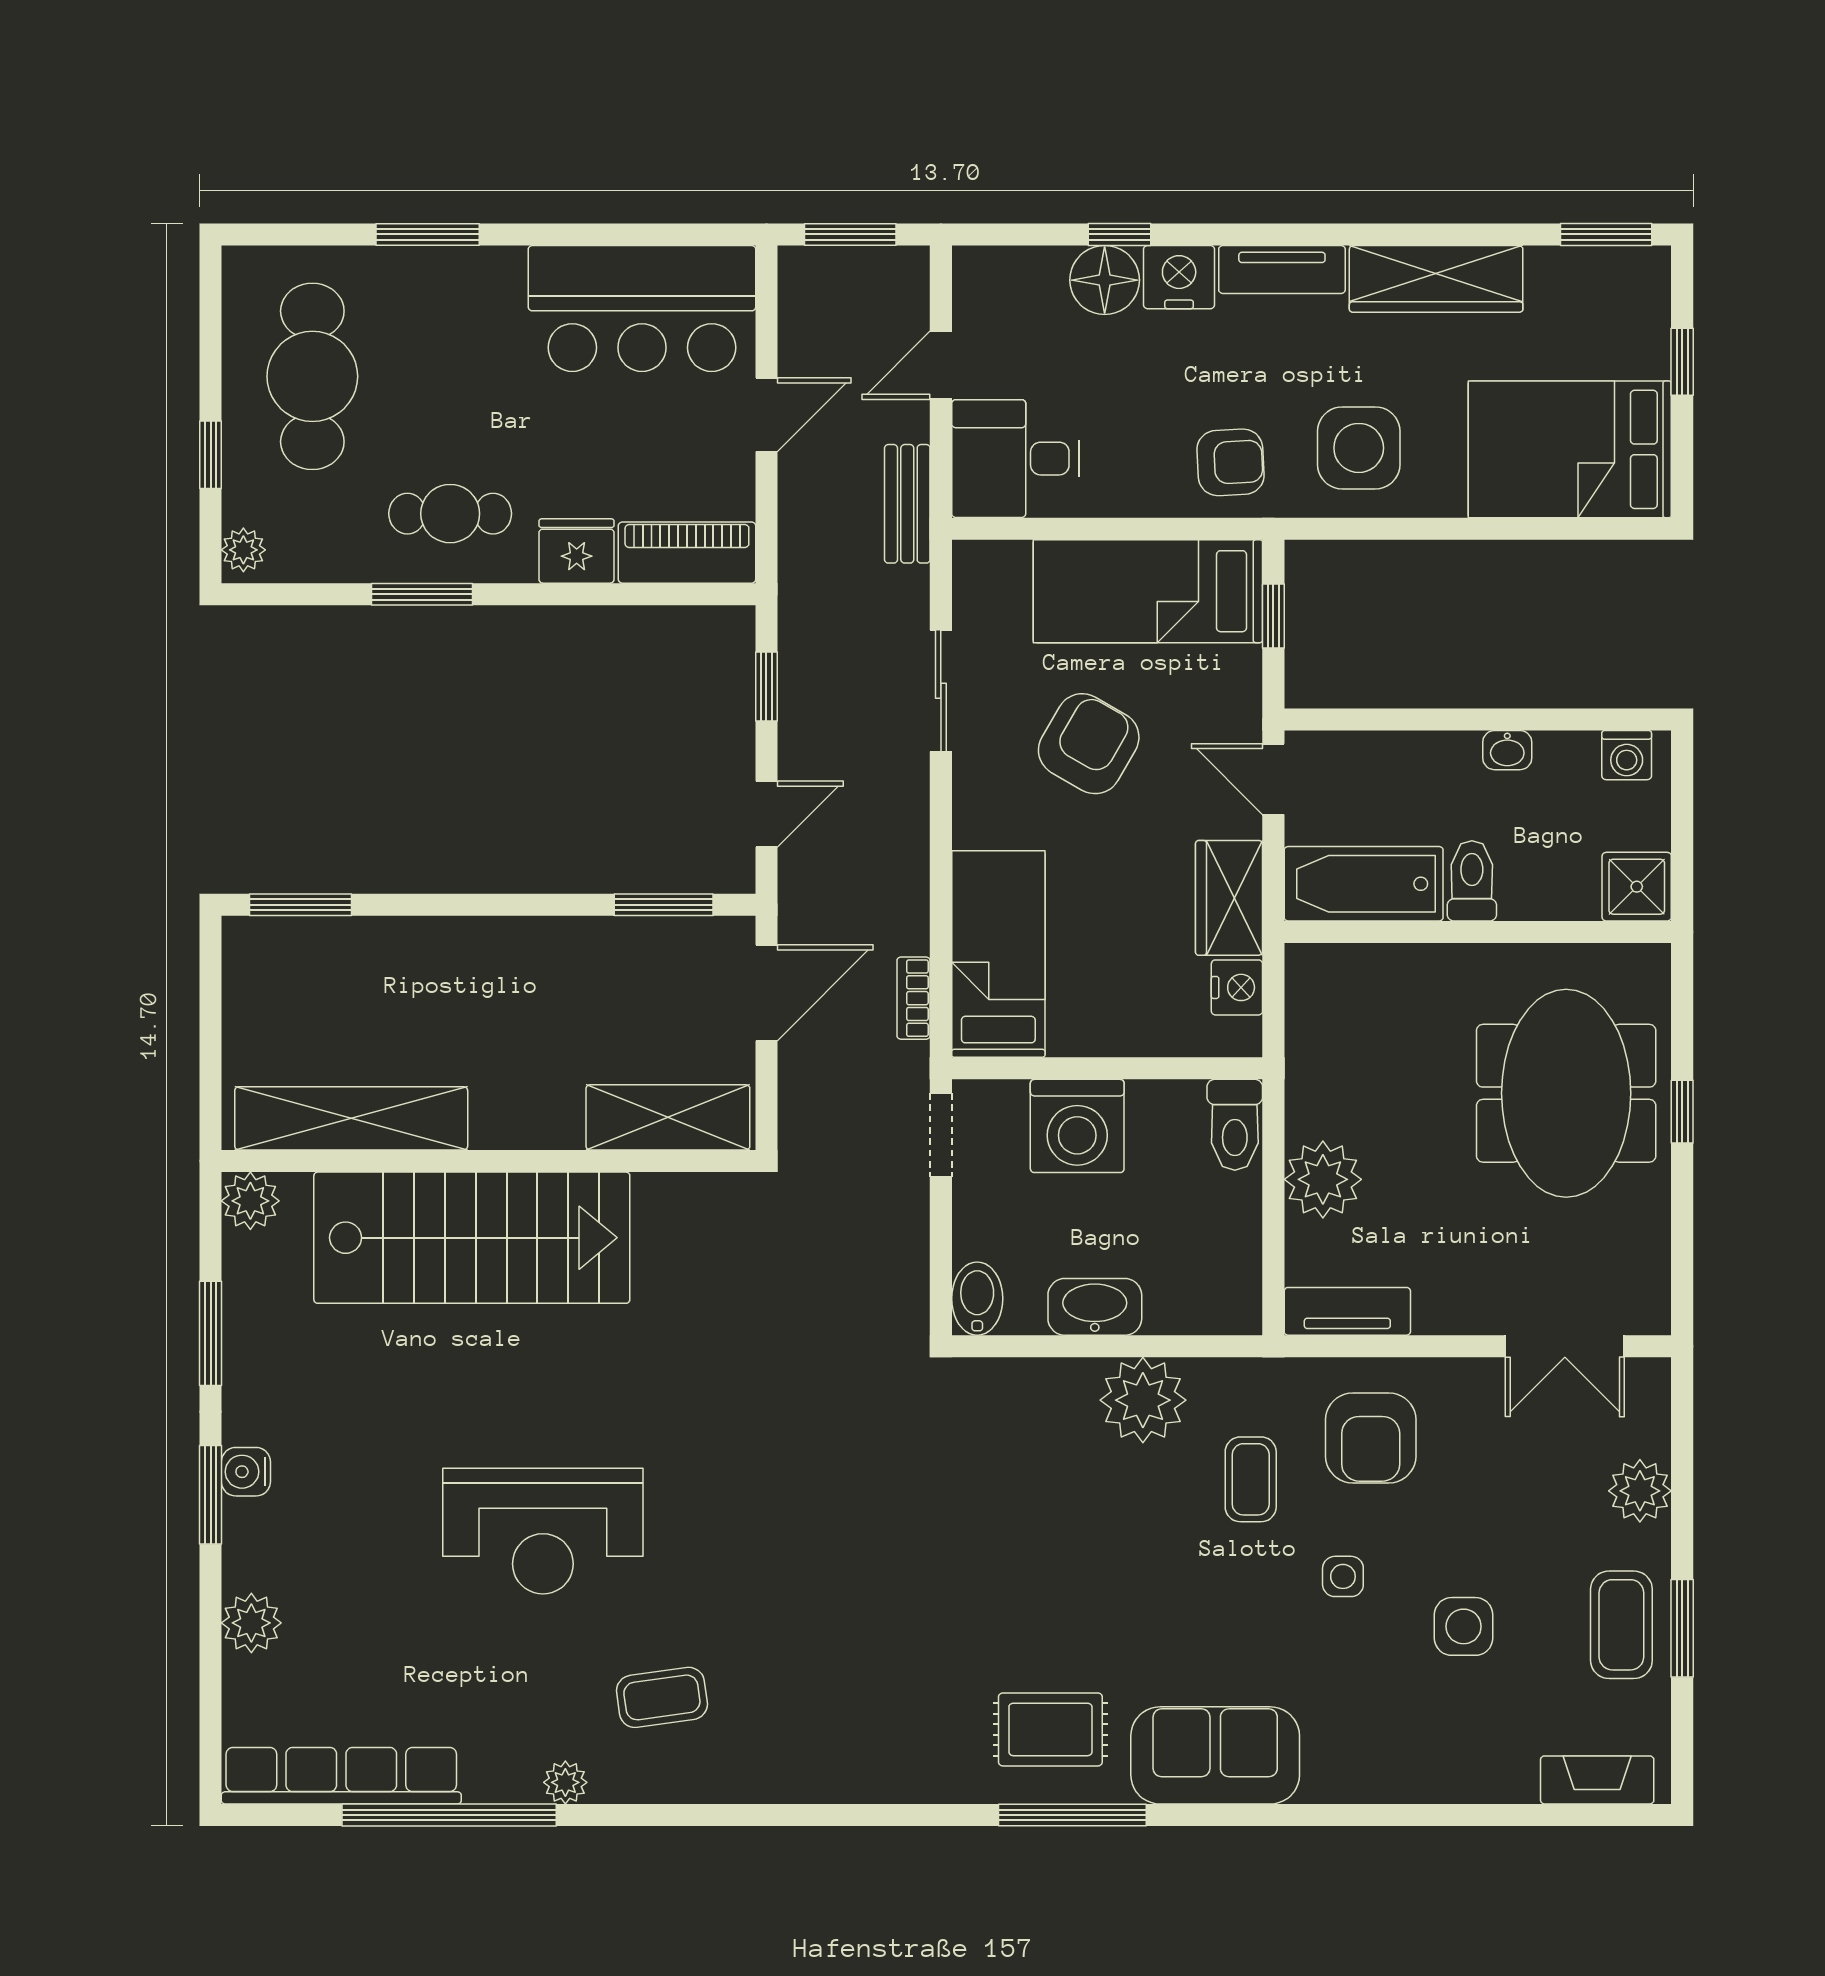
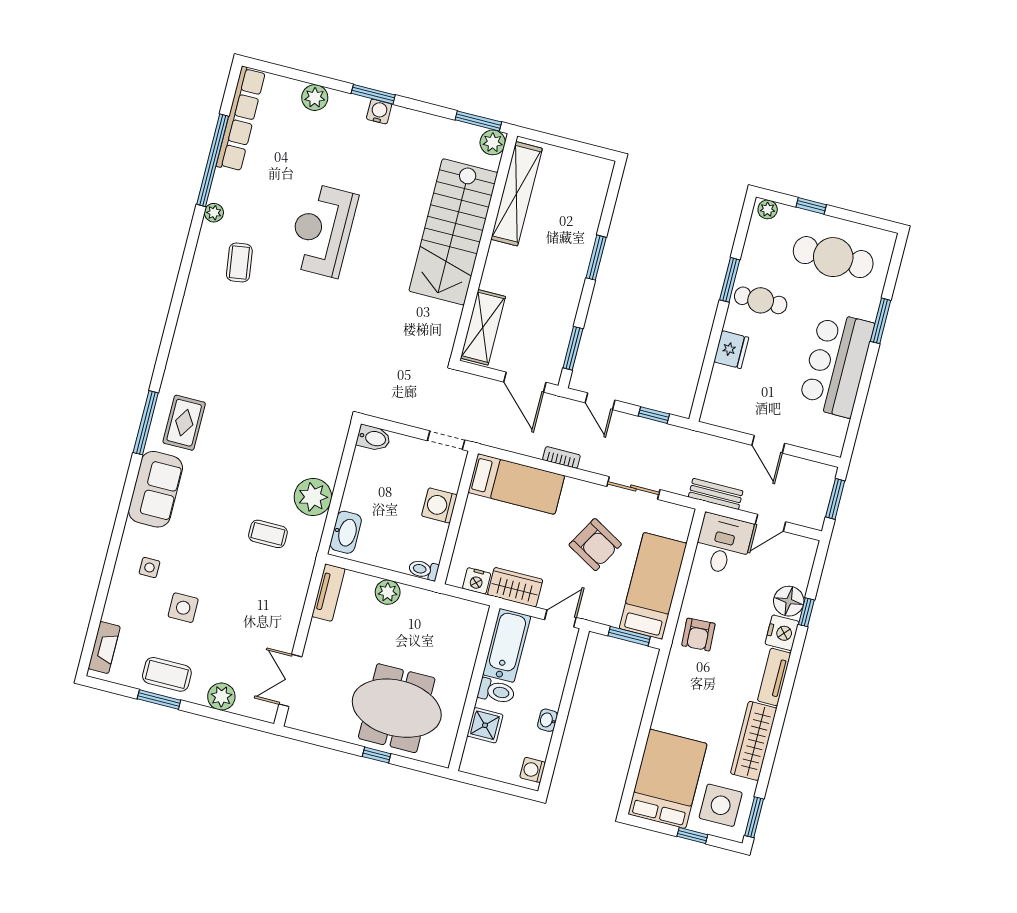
bar counter: (642, 308) -> (836, 364), moved
door: (941, 365) -> (770, 523), swing flipped
side table: (1359, 448) -> (721, 805), moved
cafe table: (450, 514) -> (761, 300), turned 90
piano: (687, 553) -> (719, 396), removed
window: (1273, 616) -> (629, 636), width x1.50
shower: (1637, 887) -> (485, 725), moved
window: (301, 905) -> (596, 258), moved
bookcase: (914, 998) -> (561, 457), moved
toilet: (1235, 1125) -> (424, 570), width x0.73, depth x0.72
washing machine: (1077, 1126) -> (439, 505), width x0.73, depth x0.73
plant: (1323, 1179) -> (388, 592), width x0.73, depth x0.73
washbasin: (1095, 1307) -> (346, 532), moved
window: (211, 1333) -> (478, 121), moved
armchair: (1371, 1438) -> (273, 589), removed
side table: (1343, 1576) -> (149, 568), moved

